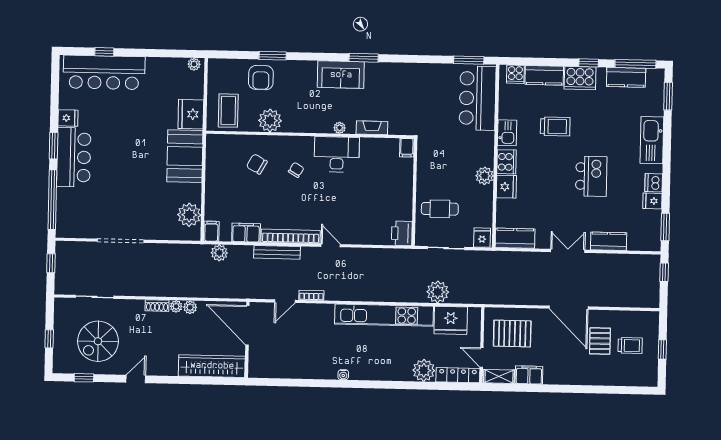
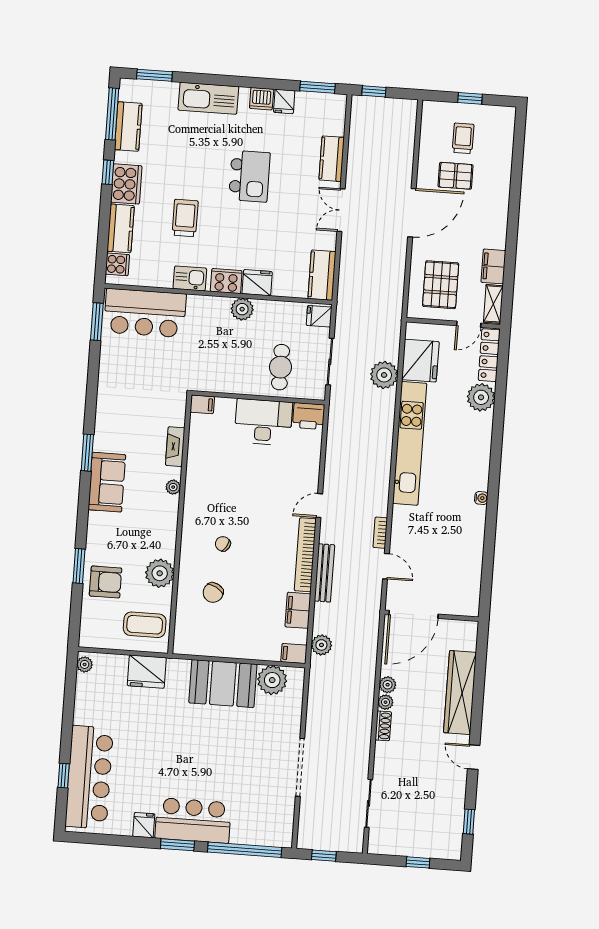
desk: (337, 154) -> (263, 422), moved, turned 90
booth: (185, 156) -> (223, 684), moved
kitchen island: (591, 176) -> (249, 176), turned 90
spiral stairs: (98, 341) -> (424, 802), removed
wardrobe: (212, 366) -> (460, 693), moved

